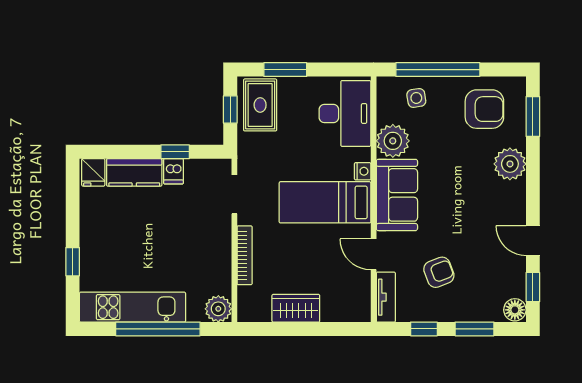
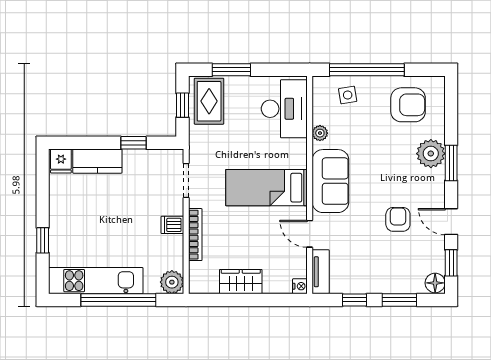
window: (533, 116) -> (451, 163), moved
plant: (393, 141) -> (320, 133), width x0.53, depth x0.53
dishwasher: (173, 171) -> (172, 225), moved, turned 90
nightstand: (363, 171) -> (300, 286), moved
armchair: (439, 272) -> (398, 219), moved, turned -69

